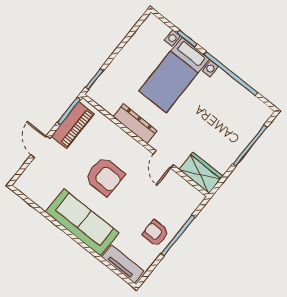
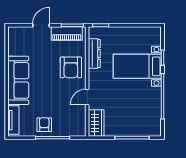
dresser: (135, 124) -> (94, 54), moved
armchair: (105, 176) -> (71, 67), moved

